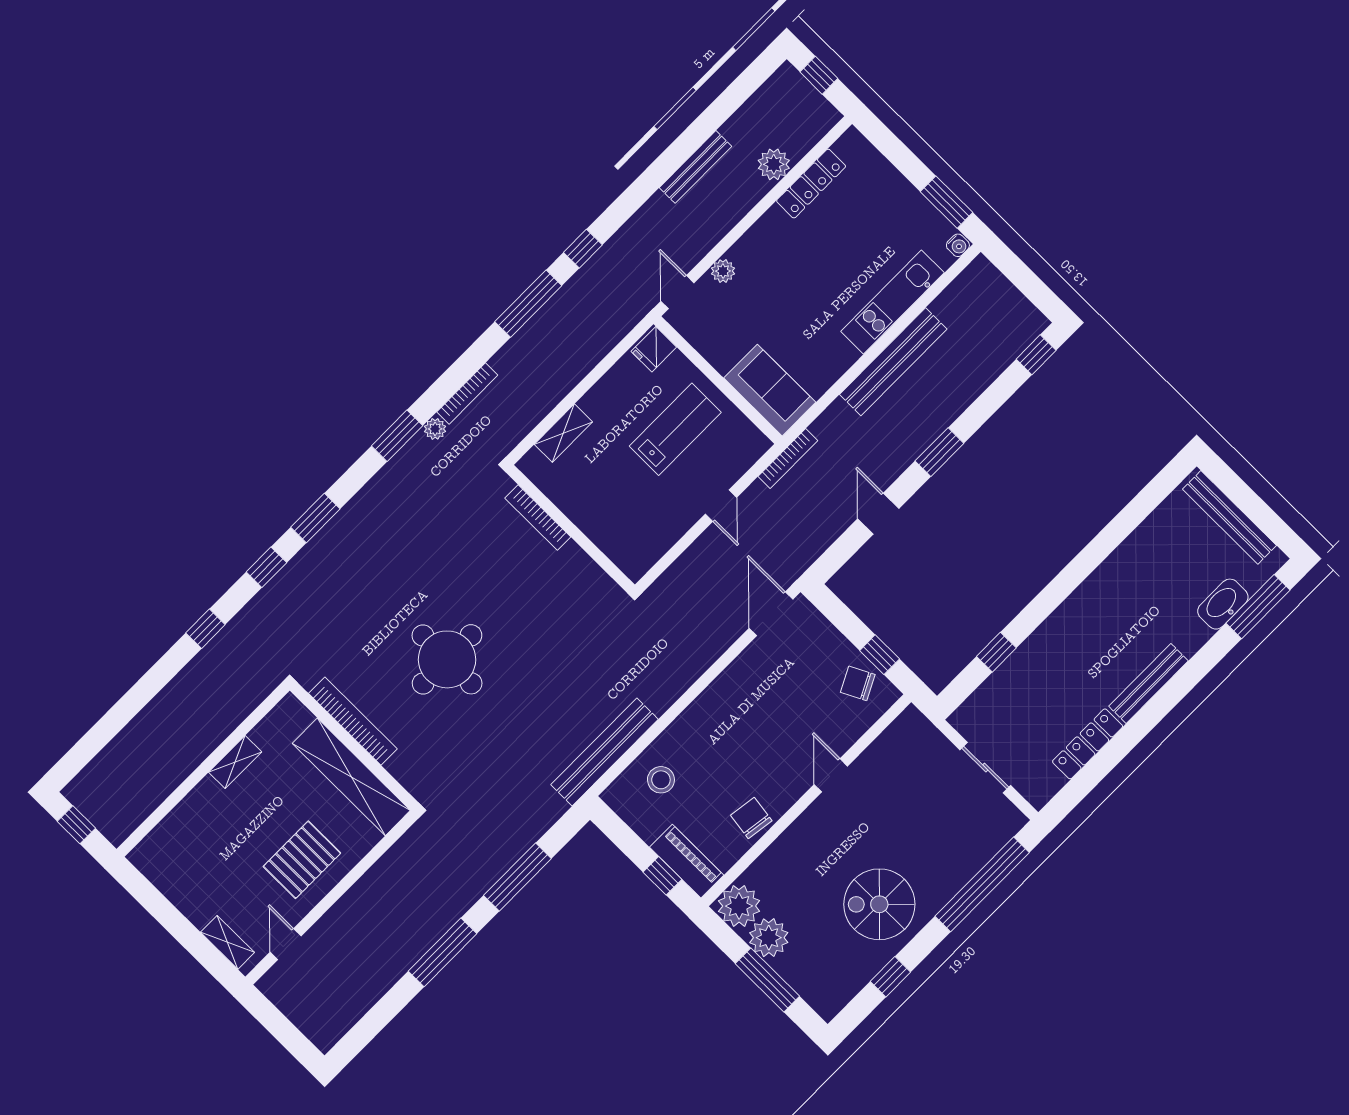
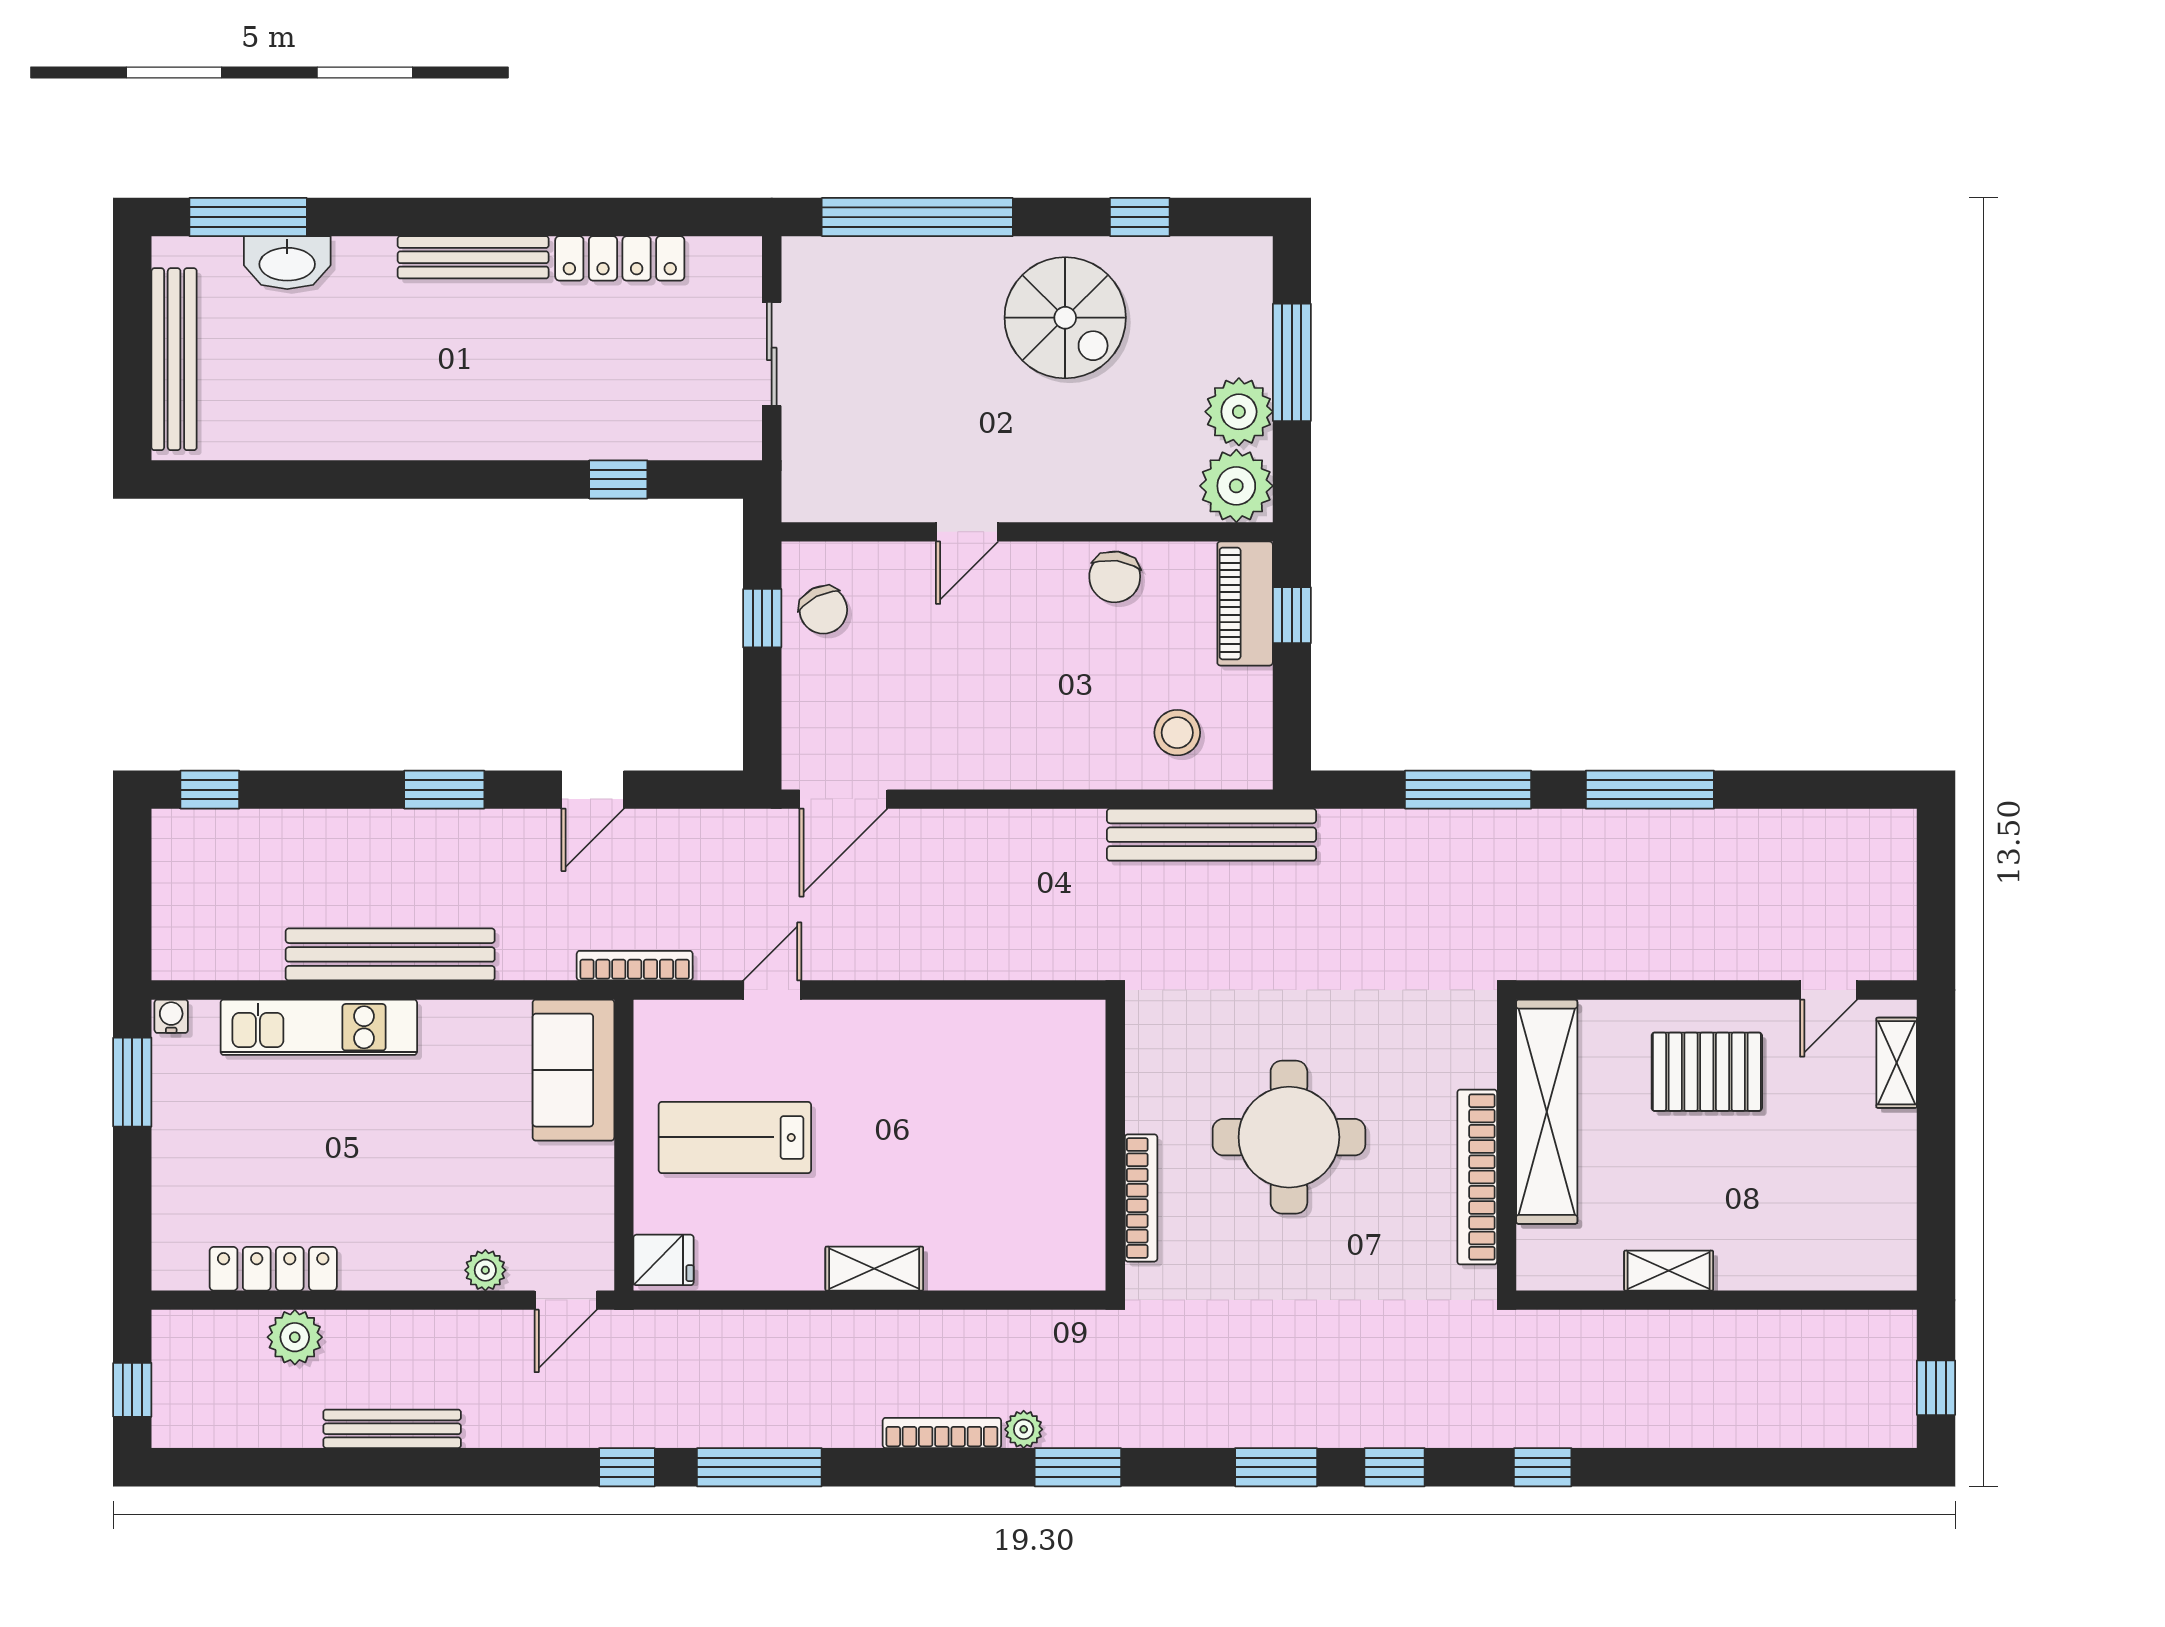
bookcase: (538, 518) -> (1141, 1198), moved
wall: (570, 529) -> (1115, 1145), moved

